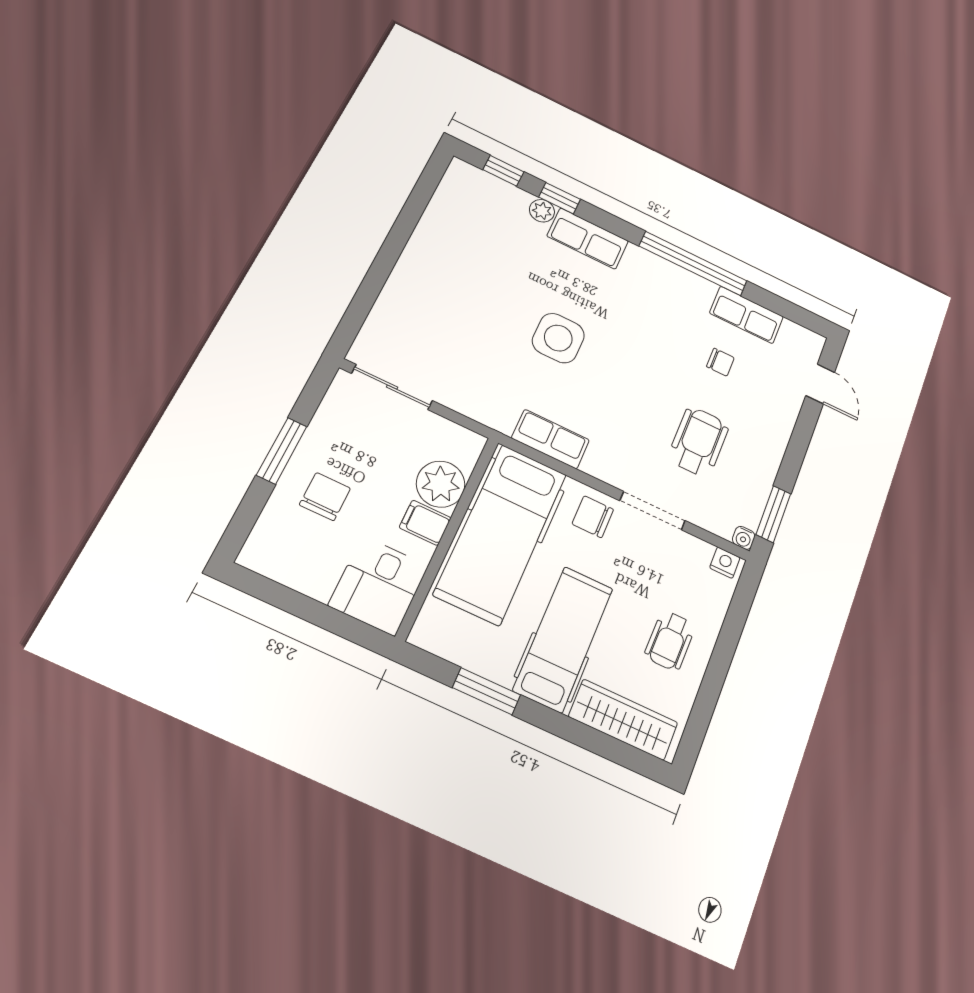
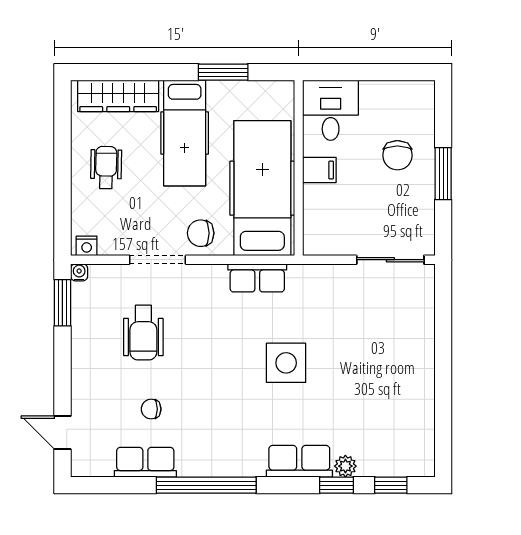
plant: (441, 484) -> (322, 204), removed
chair: (593, 517) -> (201, 233), turned 180

